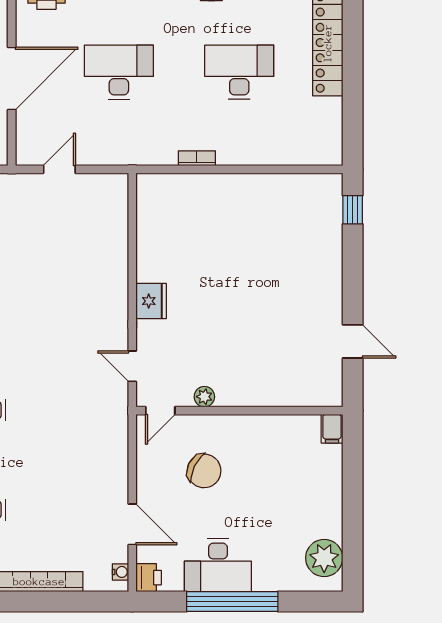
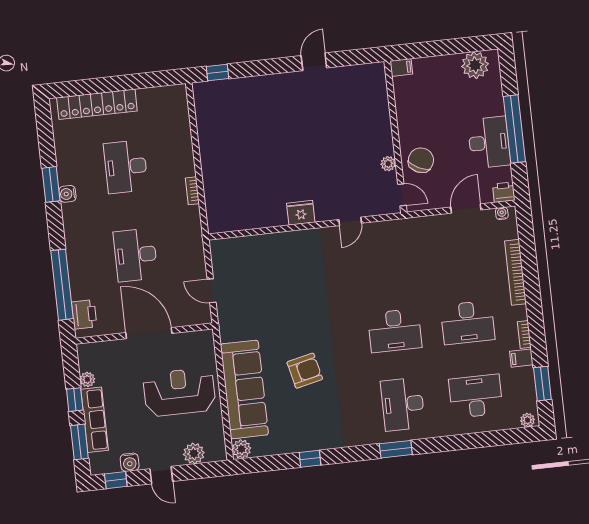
plant: (204, 397) -> (388, 164), moved
door: (160, 411) -> (402, 195), moved
wall: (239, 411) -> (396, 137), moved
filing cabinet: (332, 429) -> (401, 67), moved

